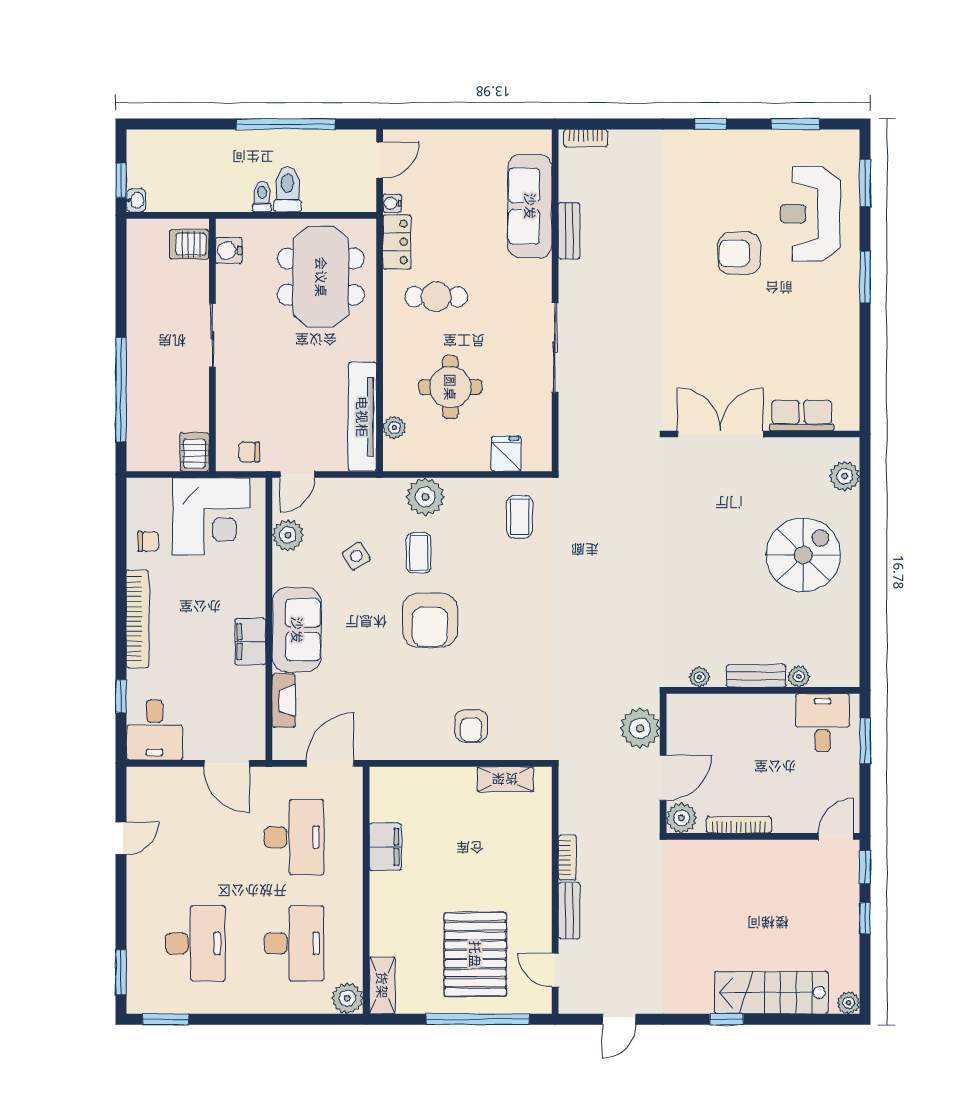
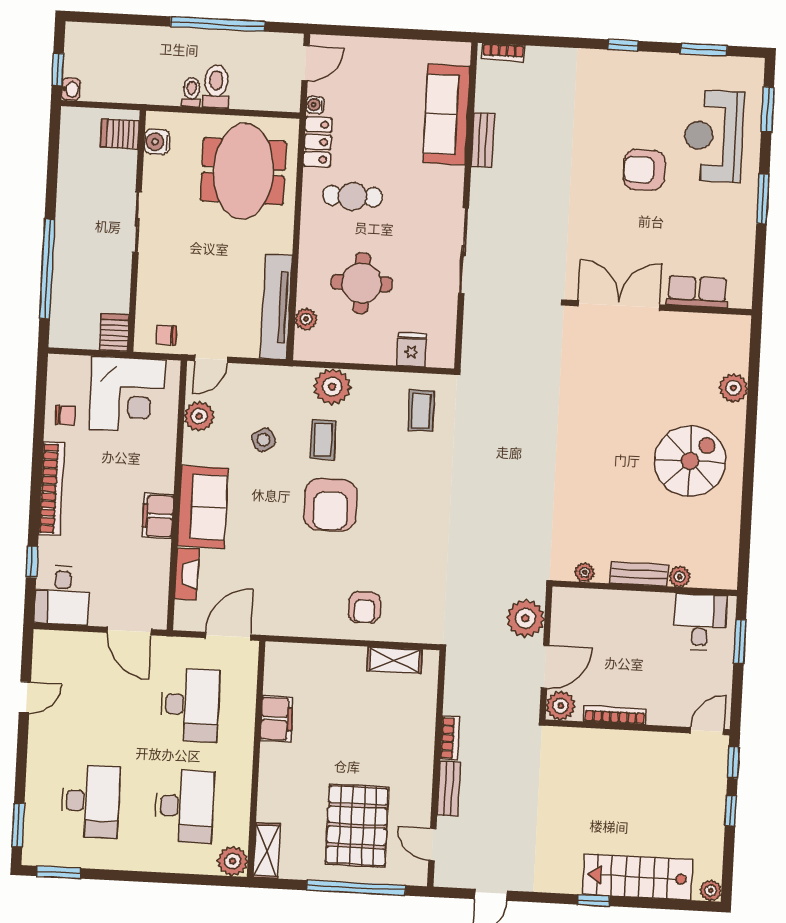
row of seats: (802, 415) -> (697, 292), moved
double door: (720, 434) -> (619, 305), moved
wall: (763, 434) -> (659, 308), moved

